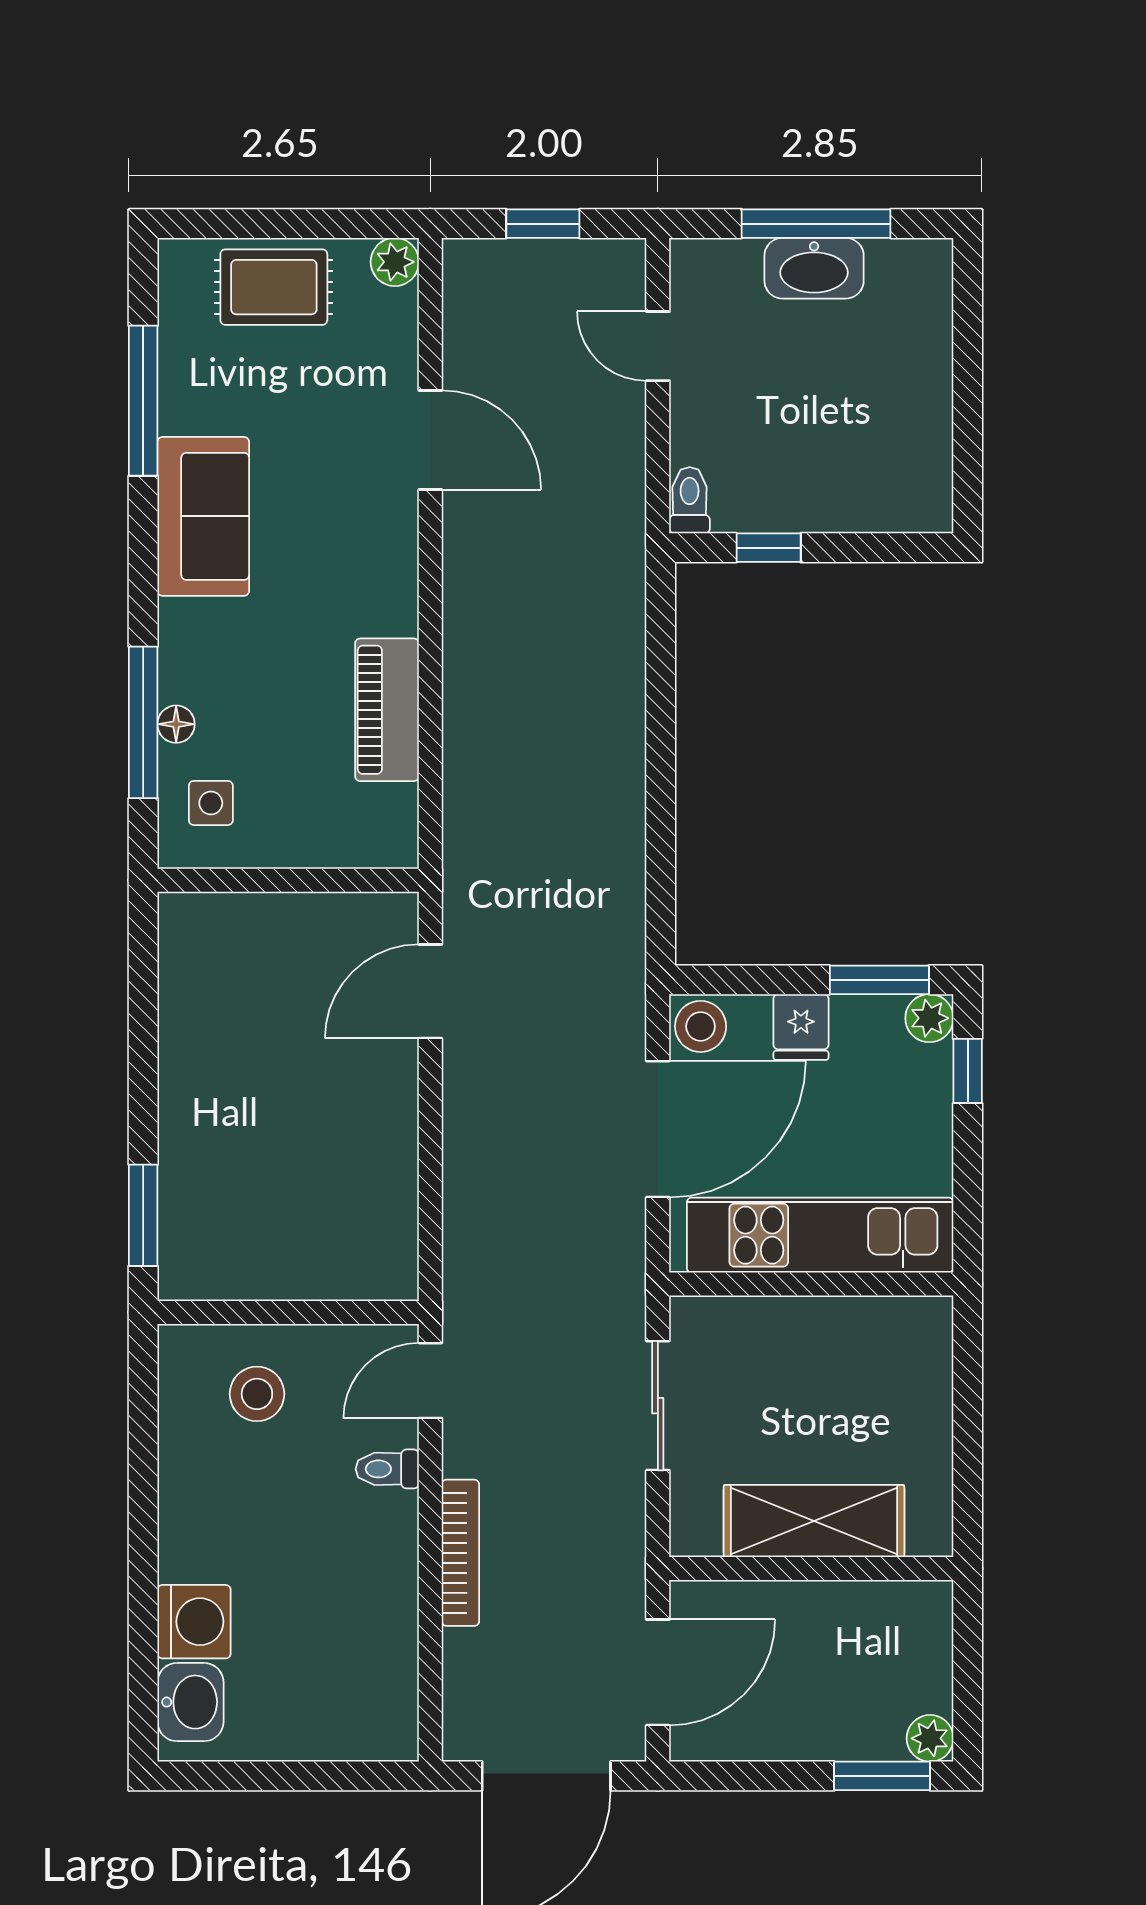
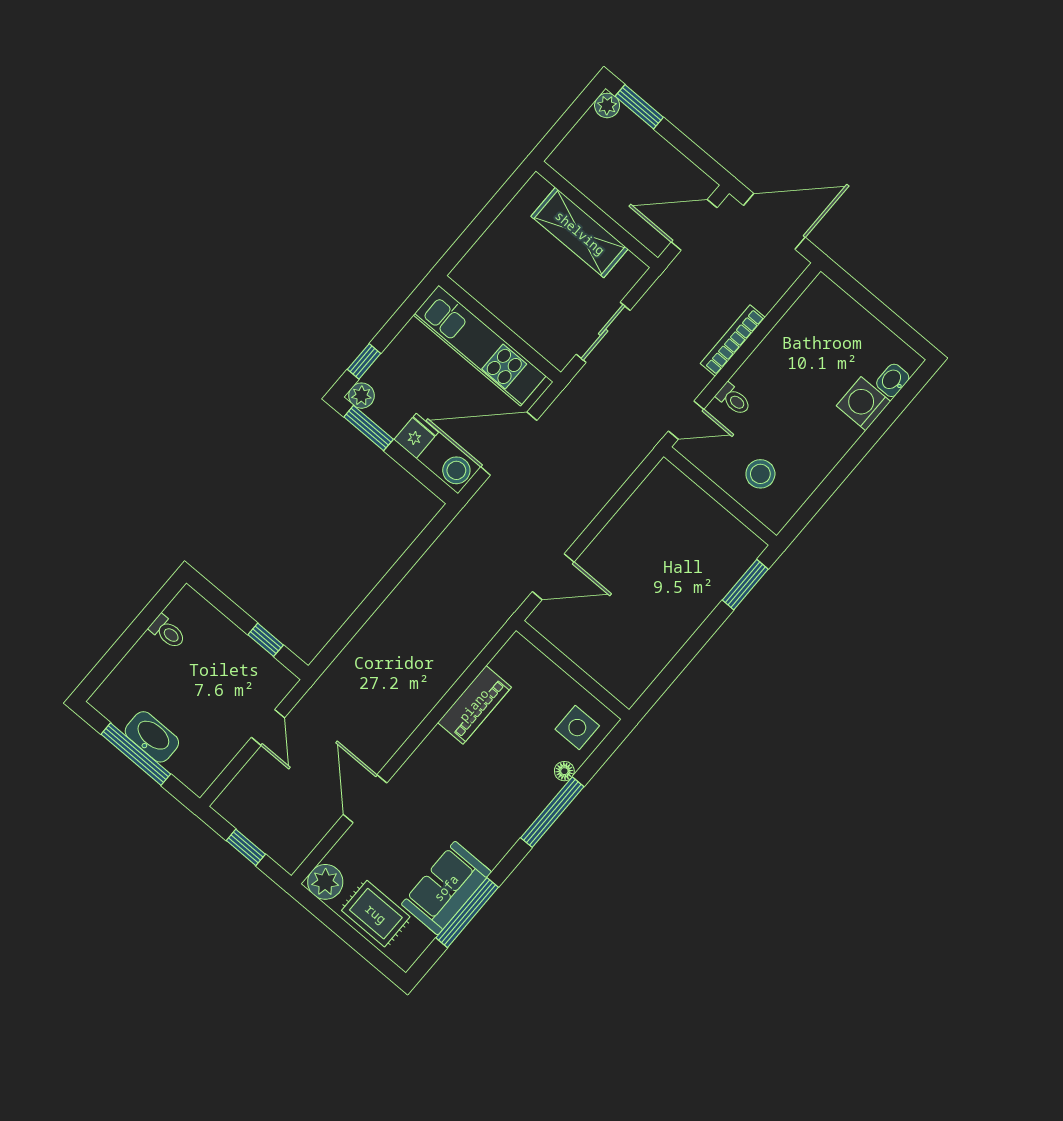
plant: (395, 262) -> (325, 882), width x1.38, depth x1.38
door: (658, 346) -> (268, 728), moved
toilet: (690, 500) -> (167, 632), moved, turned -90
sofa: (203, 516) -> (446, 888), moved
window: (143, 722) -> (552, 812), moved
side table: (211, 803) -> (577, 728), width x1.37, depth x1.37
washbasin: (191, 1702) -> (893, 380), width x0.72, depth x0.69

